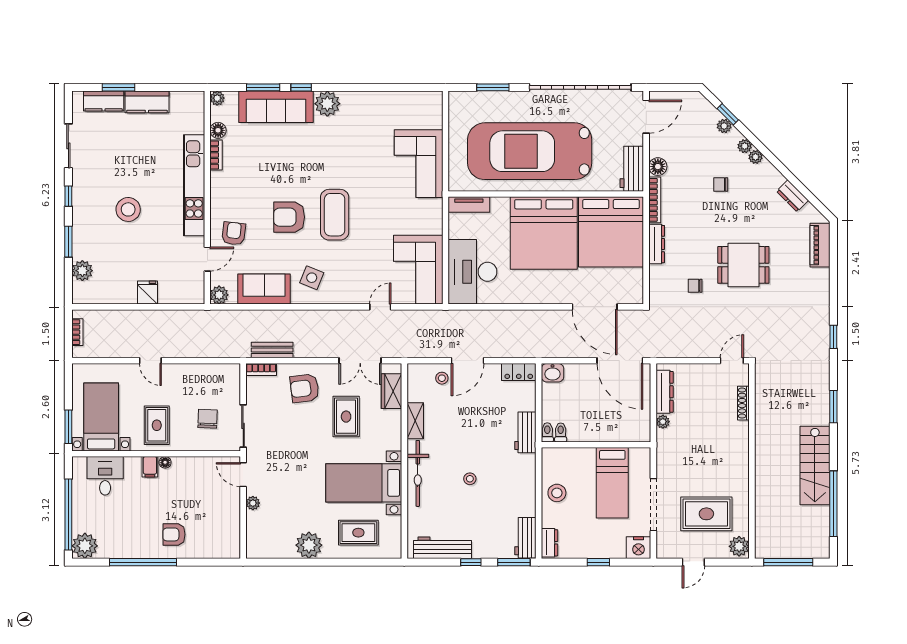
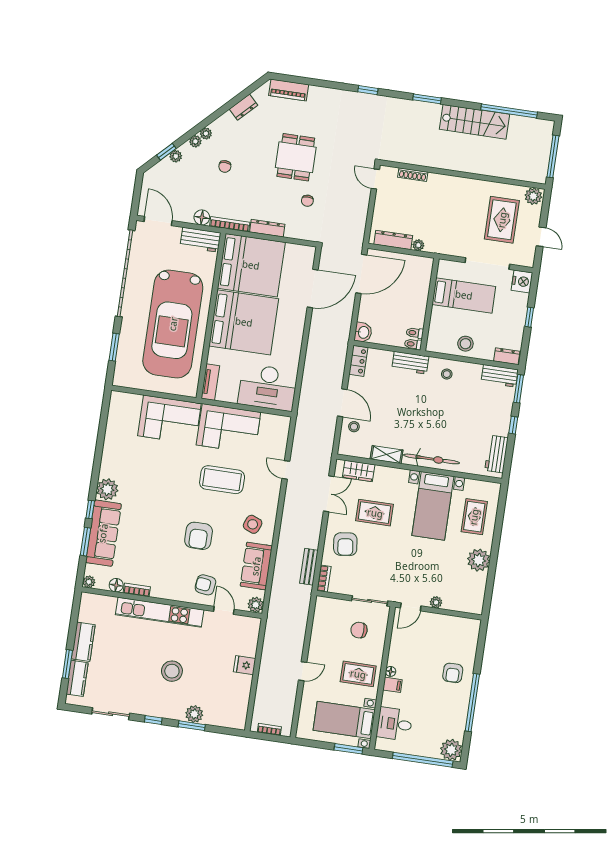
coffee table: (335, 215) -> (222, 480), moved
corner sofa: (418, 270) -> (228, 429), moved
plant: (82, 271) -> (194, 714), moved
stool: (470, 479) -> (447, 374), moved
workbench: (442, 548) -> (497, 454), width x0.73

